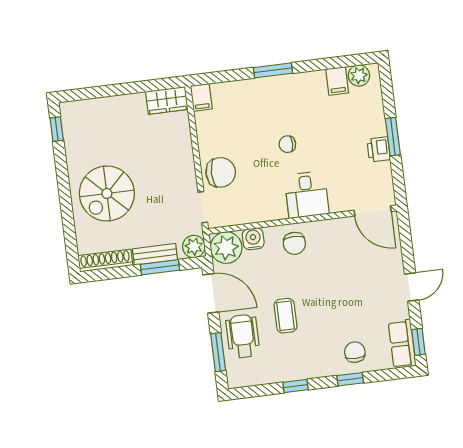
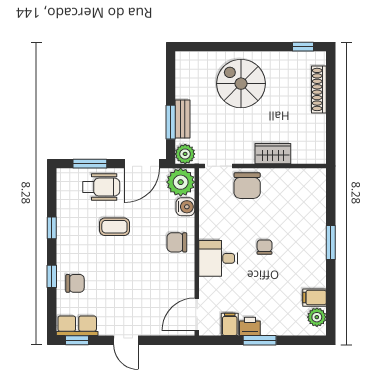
filing cabinet: (201, 97) -> (230, 324), moved, turned 90
wardrobe: (167, 100) -> (273, 154), moved, turned 90
shoe rack: (105, 261) -> (319, 89), moved, turned 180

